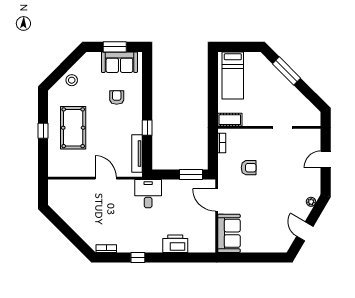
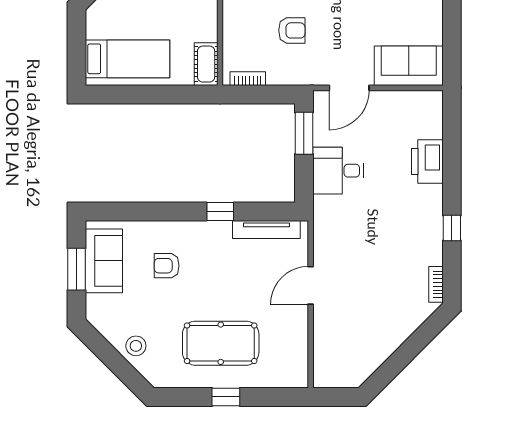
armchair: (249, 168) -> (292, 30), turned 90
desk: (148, 194) -> (338, 171), moved

